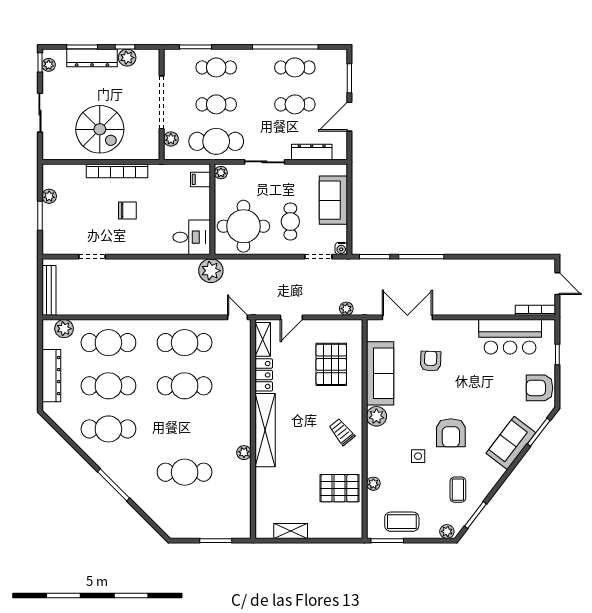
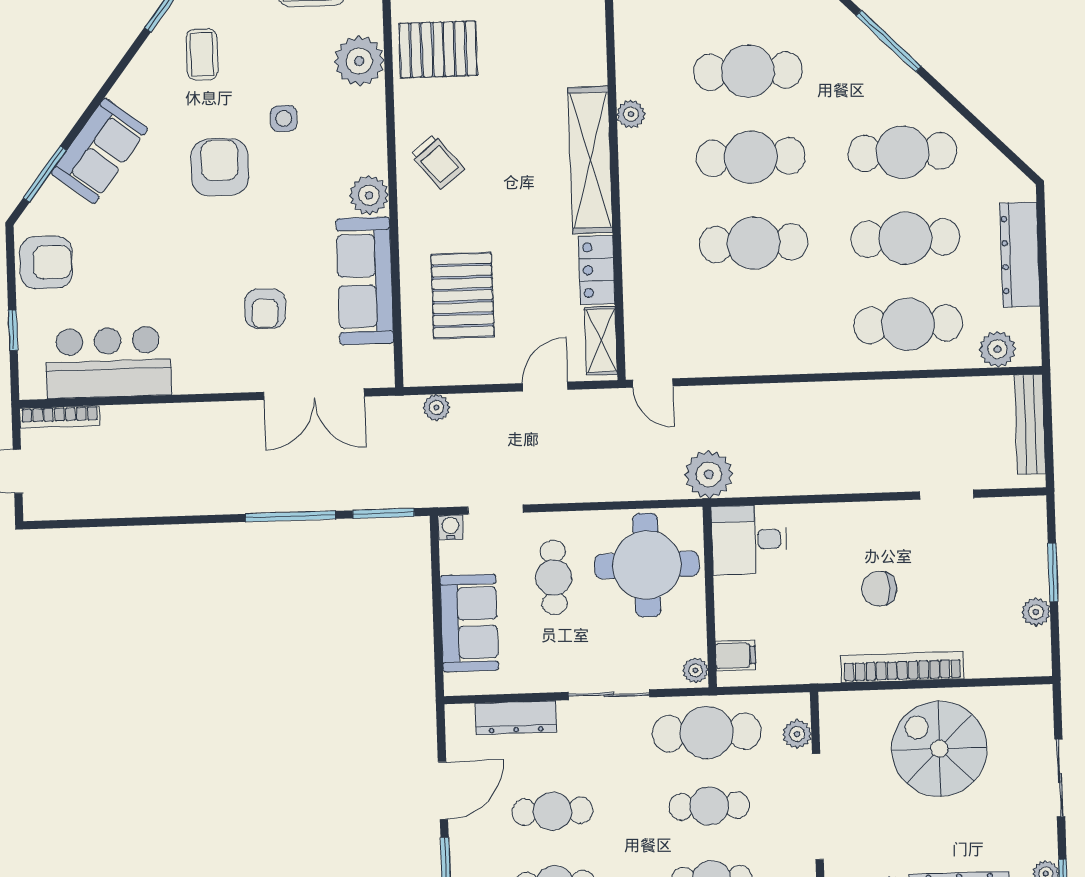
cafe table: (185, 343) -> (751, 157), moved
plant: (373, 484) -> (359, 61), width x1.88, depth x1.88

